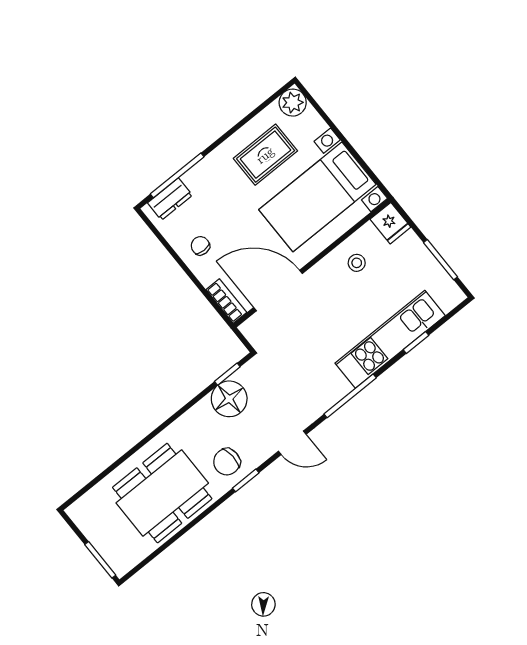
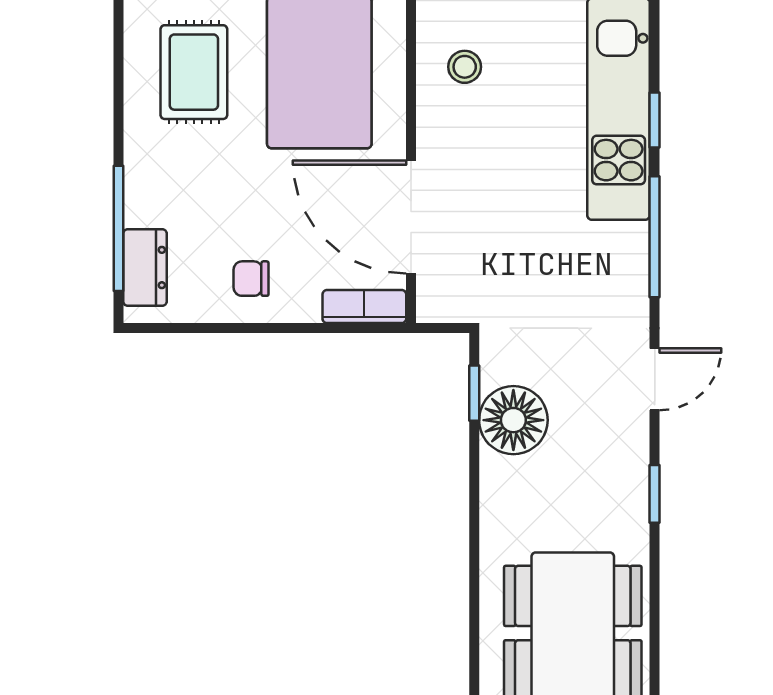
door: (278, 290) -> (411, 217), hinge flipped
window: (416, 343) -> (655, 120), moved
chair: (227, 462) -> (604, 499), removed

